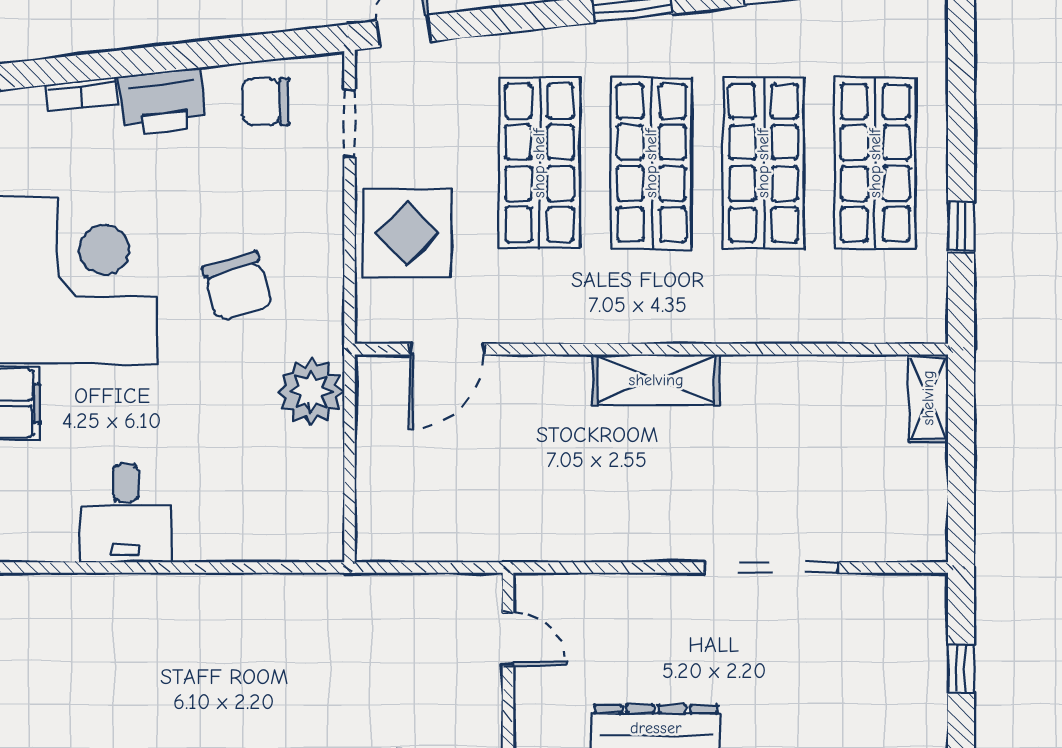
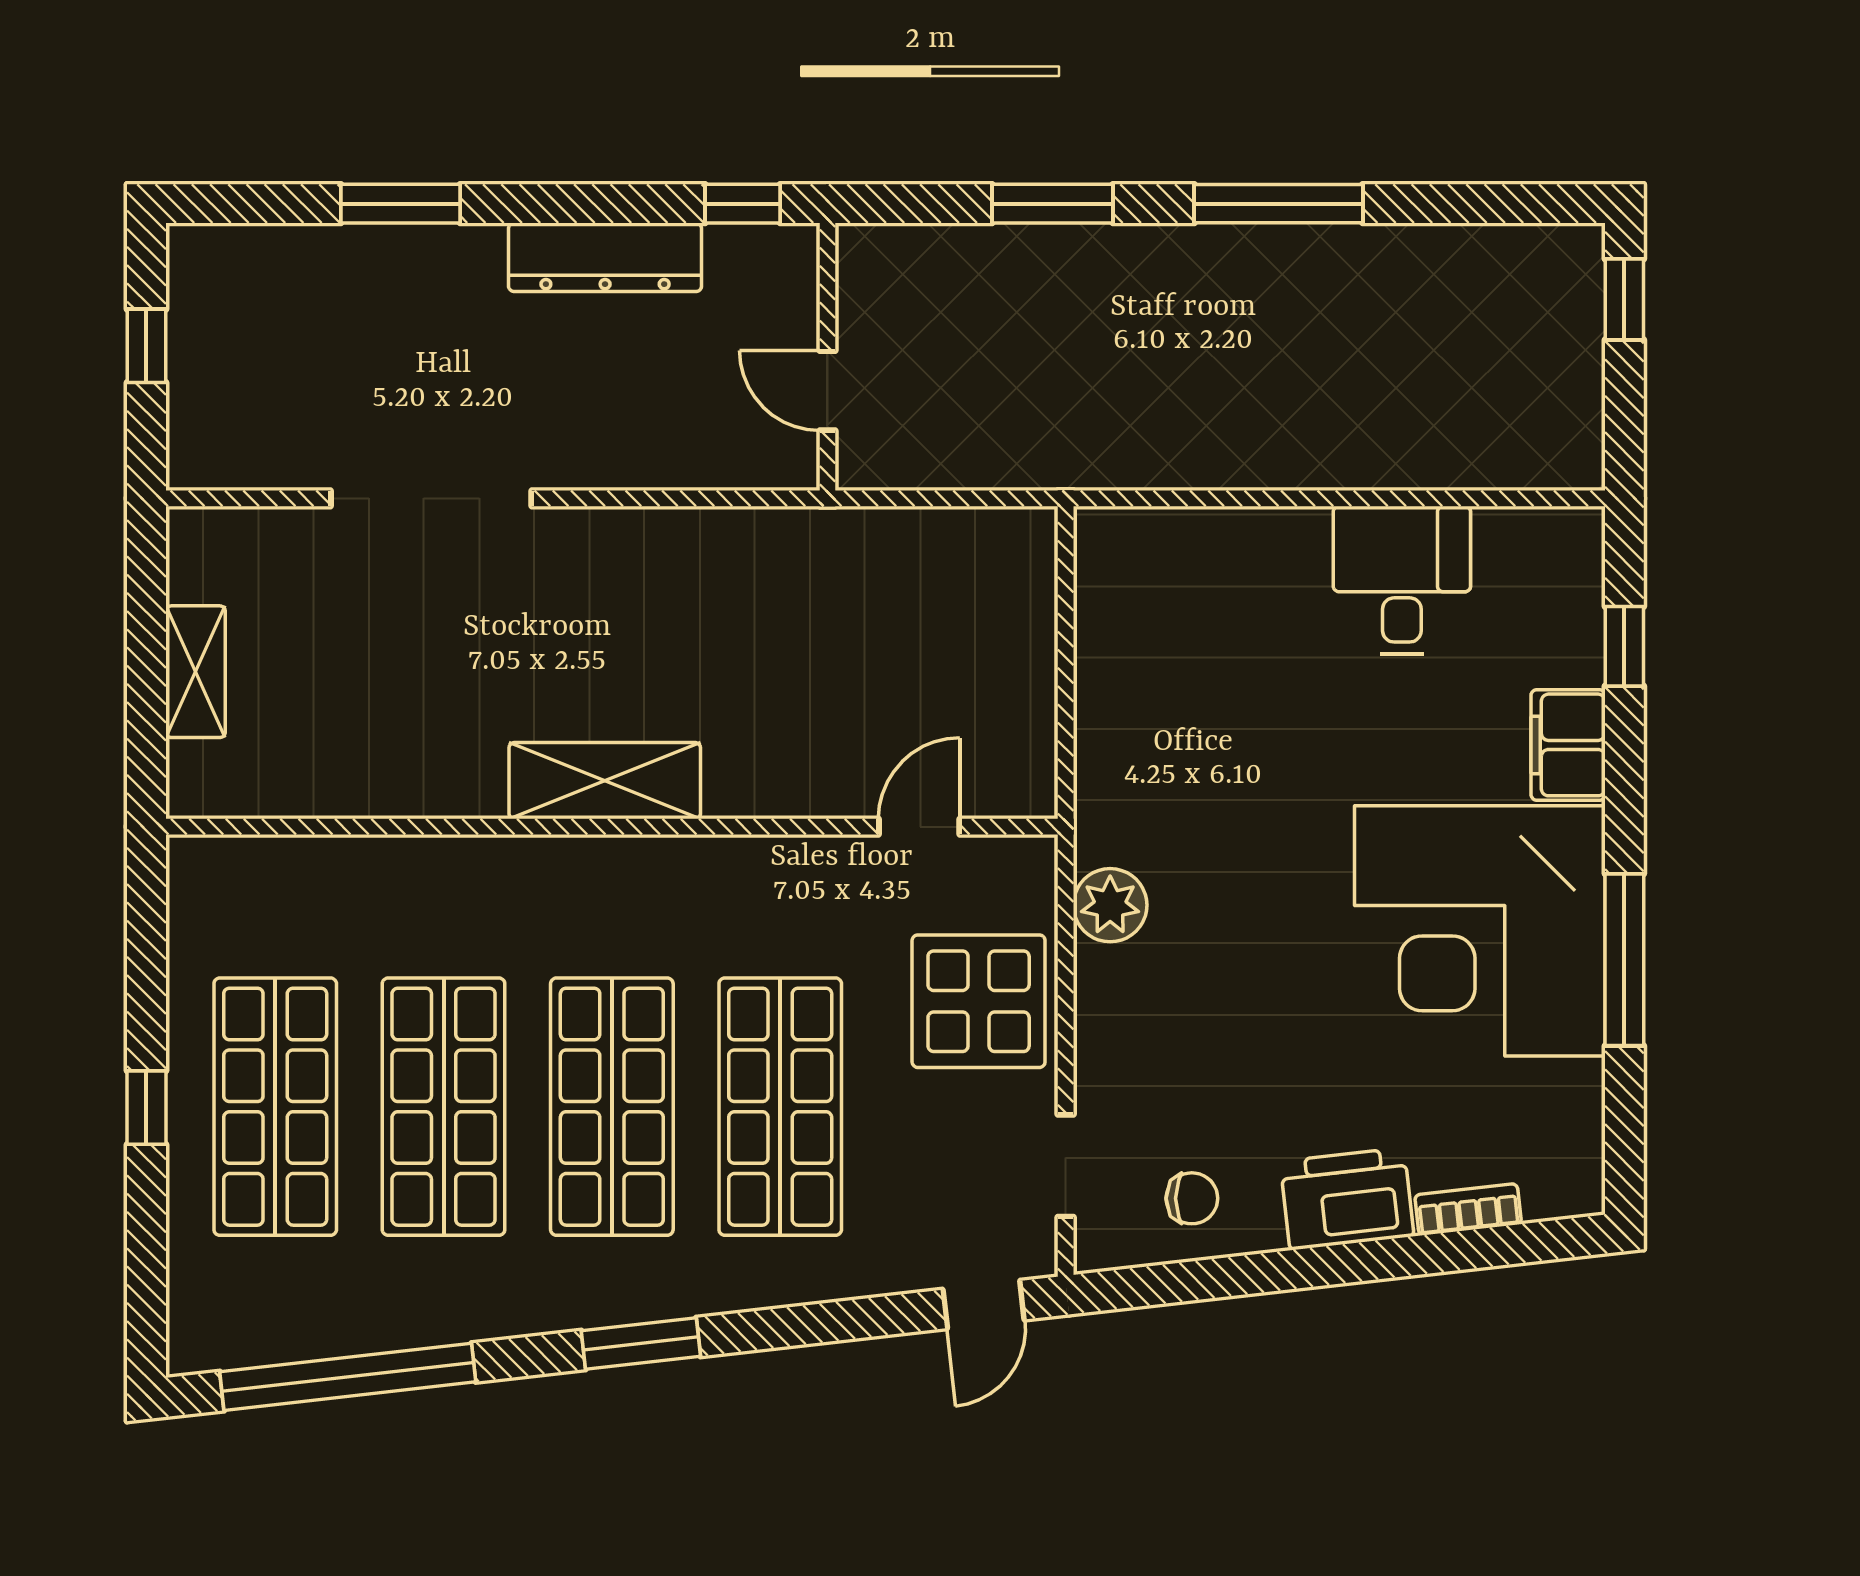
chair: (266, 102) -> (1192, 1198), width x0.73, depth x0.73
window: (961, 227) -> (146, 1108), moved
chair: (237, 286) -> (1234, 921), removed
door: (447, 349) -> (919, 827), width x0.73
plant: (311, 392) -> (1110, 905), moved, width x0.73, depth x0.73
shelving: (928, 398) -> (195, 672), moved

